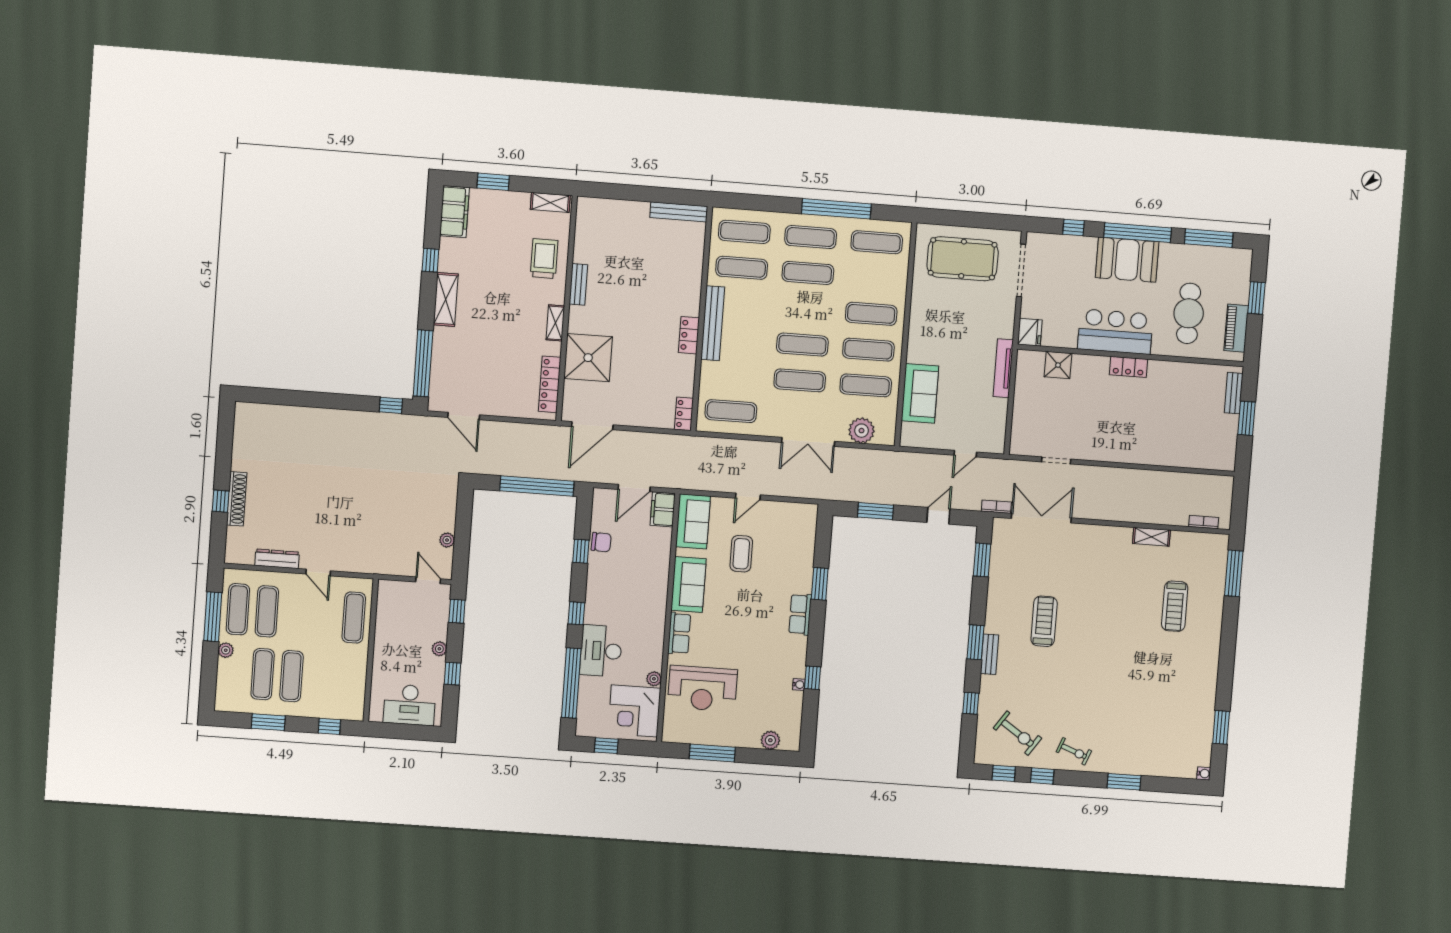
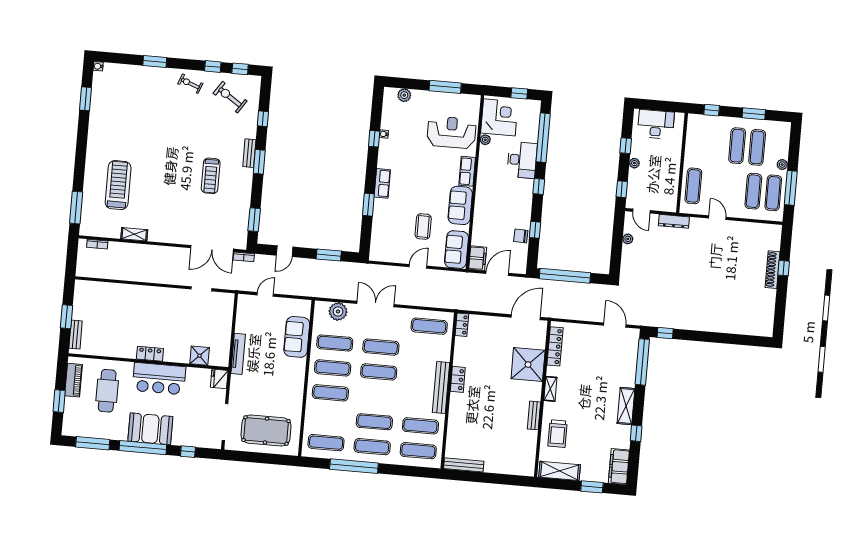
shelving: (550, 203) -> (560, 471), width x1.50, depth x1.33
dresser: (277, 559) -> (674, 221), moved
treadmill: (1175, 606) -> (118, 185), width x1.37, depth x1.38

